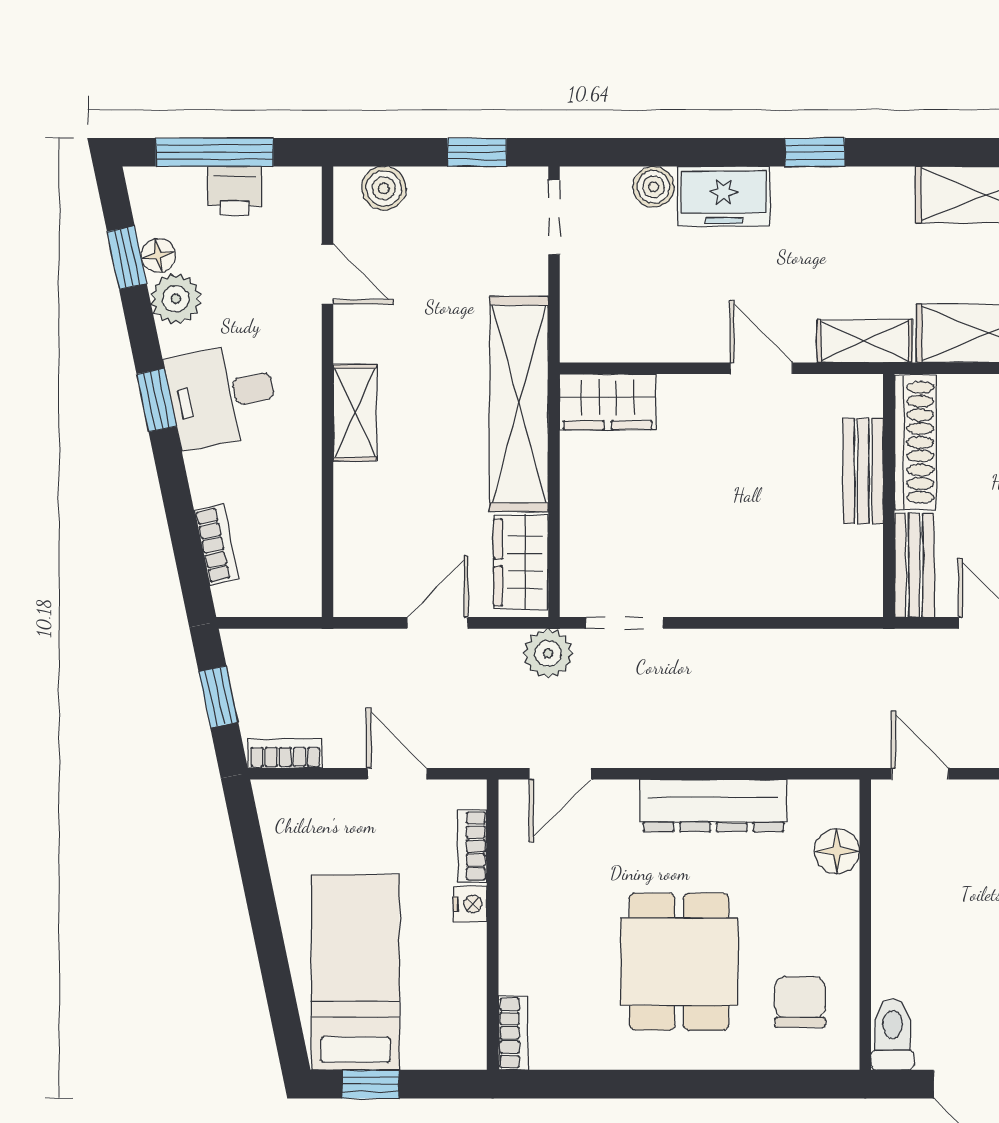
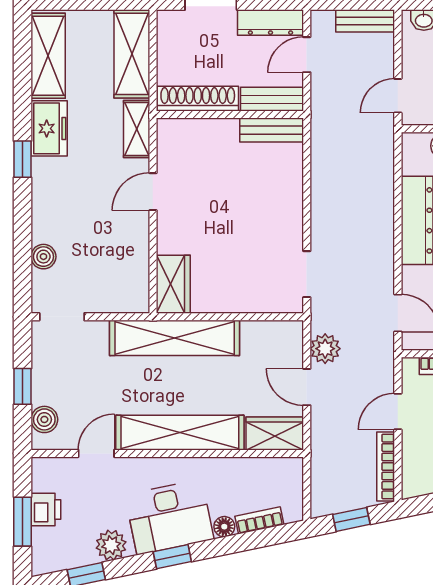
window: (215, 152) -> (23, 522), width x0.69
window: (477, 152) -> (23, 386), moved
freezer: (724, 196) -> (49, 128), moved
floor lamp: (158, 255) -> (224, 527), moved
desk: (222, 395) -> (169, 517), width x1.37
shelving: (355, 413) -> (180, 433), width x2.20, depth x1.33
bench: (863, 471) -> (272, 130), moved
wardrobe: (521, 562) -> (275, 433), moved, turned 180
plant: (548, 653) -> (325, 349), moved
bookcase: (285, 753) -> (386, 466), width x1.56

